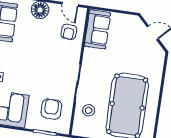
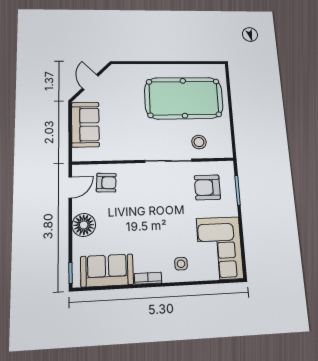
sofa: (97, 29) -> (85, 125), moved, turned 90

